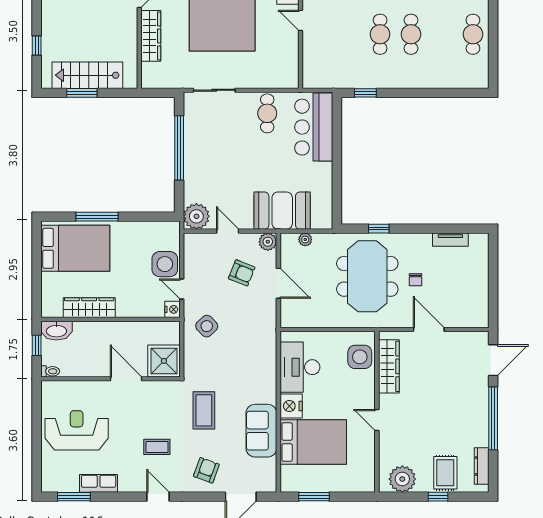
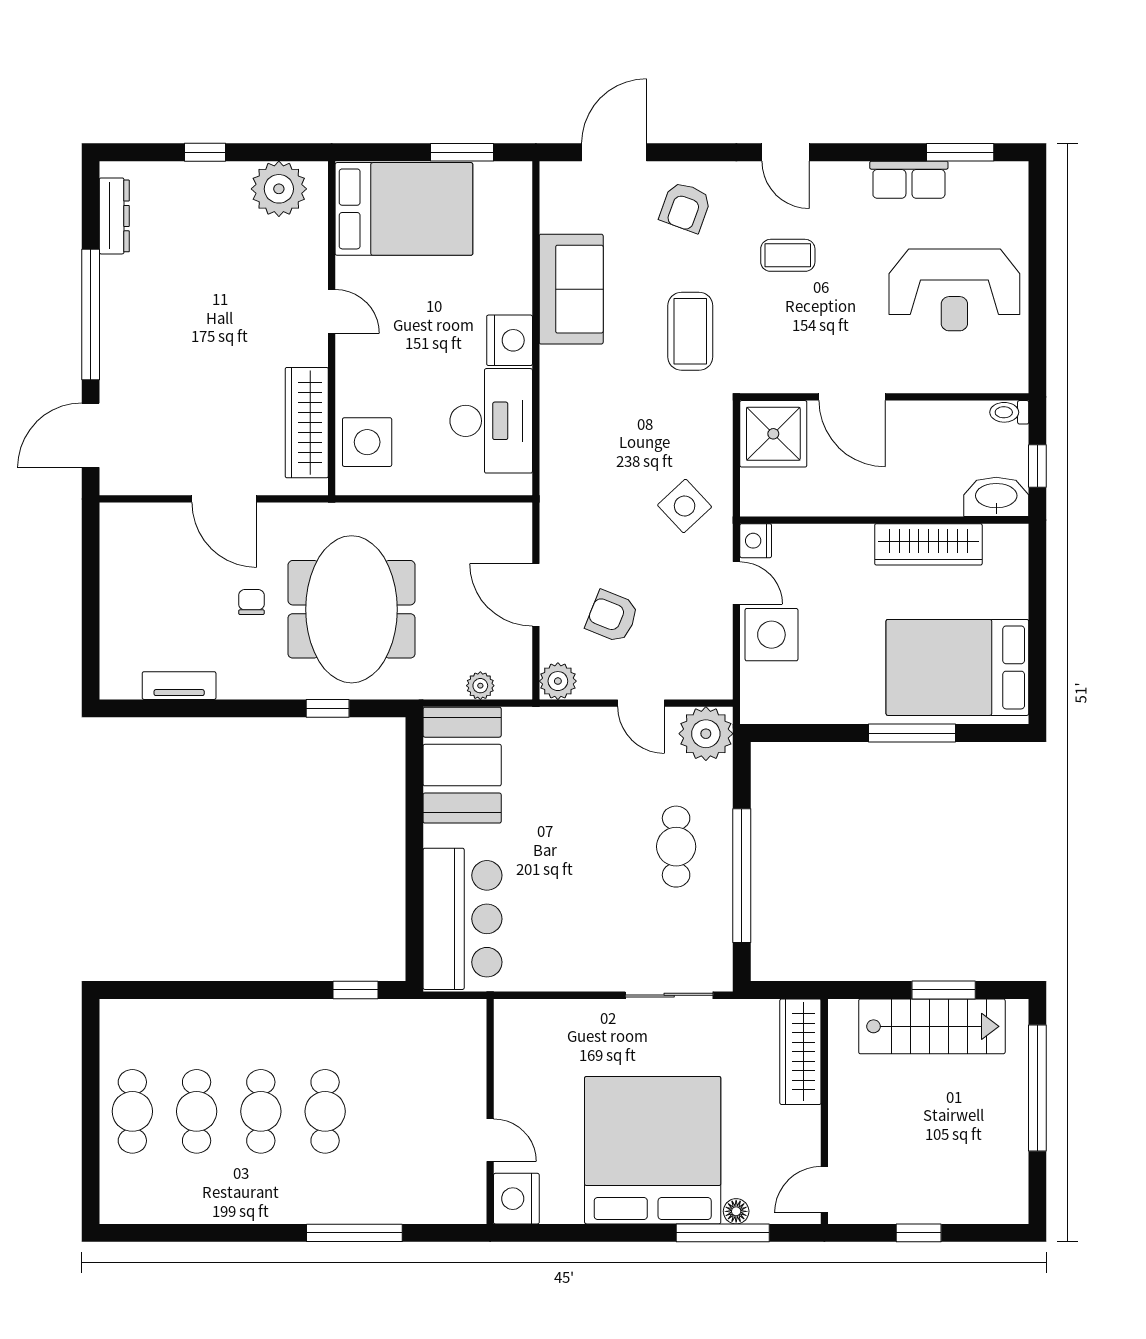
cafe table: (442, 34) -> (197, 1111), added
wardrobe: (151, 36) -> (800, 1052), moved
window: (37, 46) -> (1037, 1088), width x3.17
cafe table: (267, 113) -> (676, 847), moved
booth: (282, 211) -> (462, 765), moved, turned 90
bed: (313, 442) -> (404, 209), moved, turned 180
rug: (445, 473) -> (190, 202), removed

